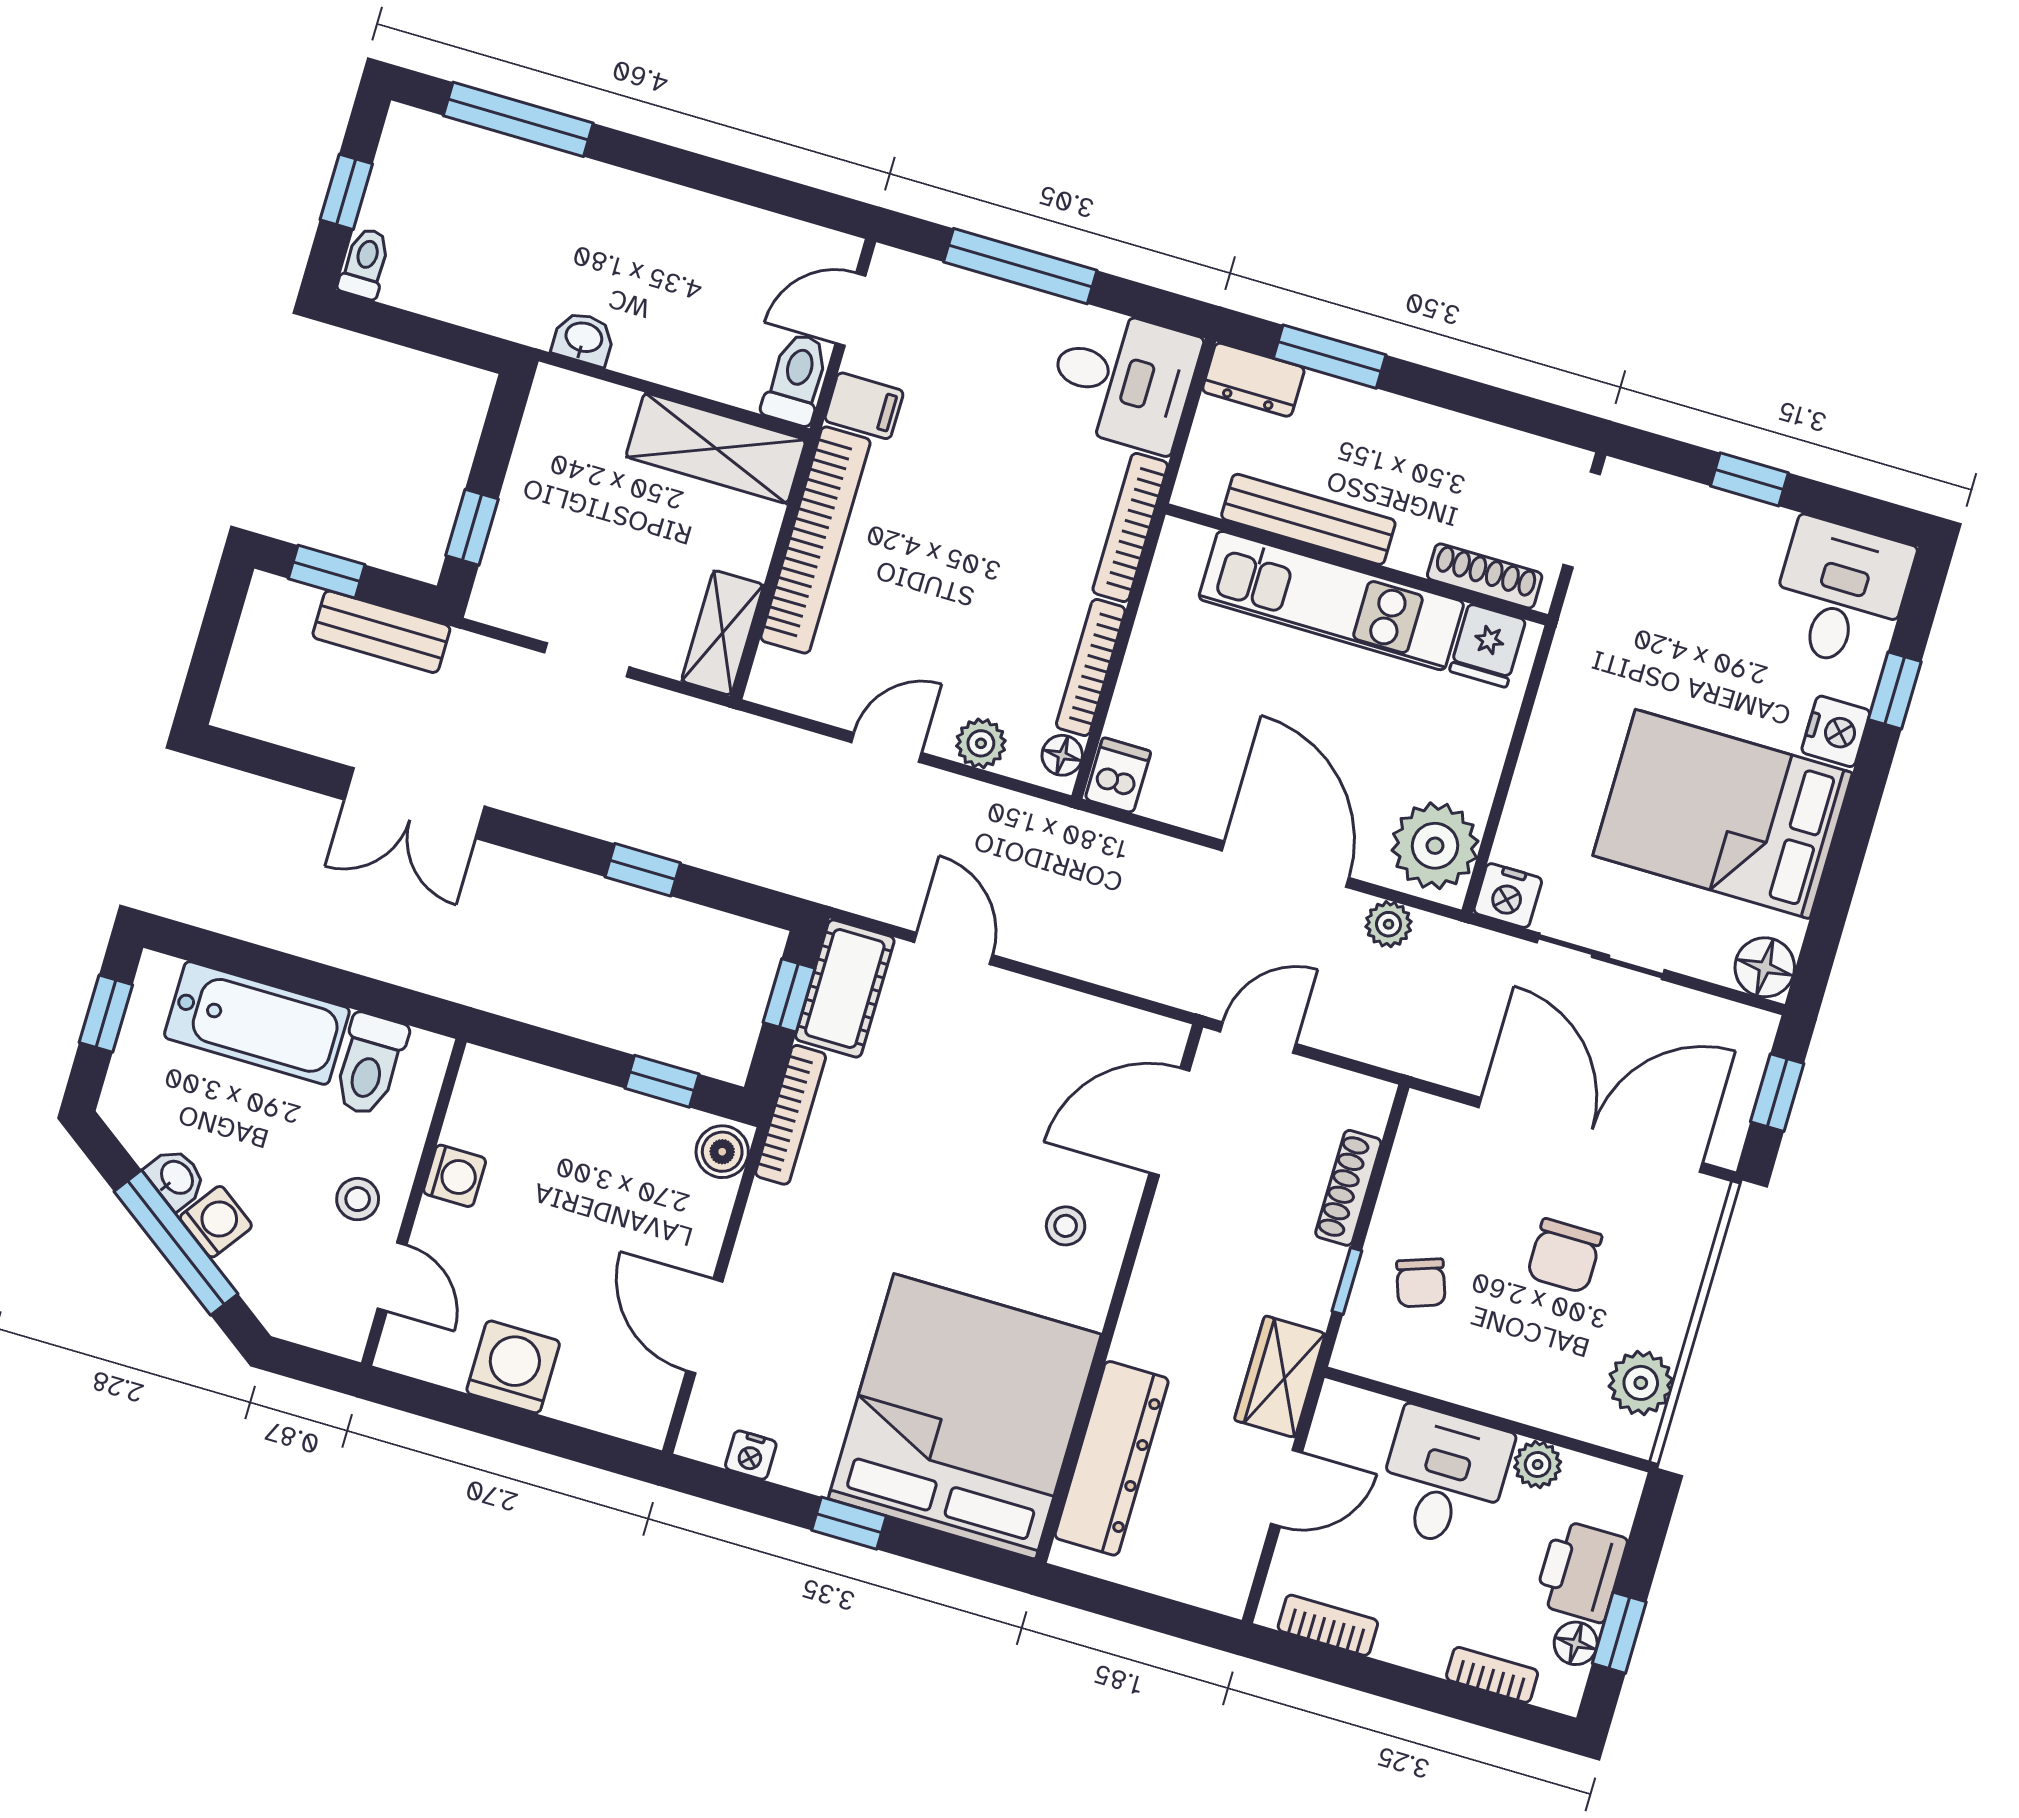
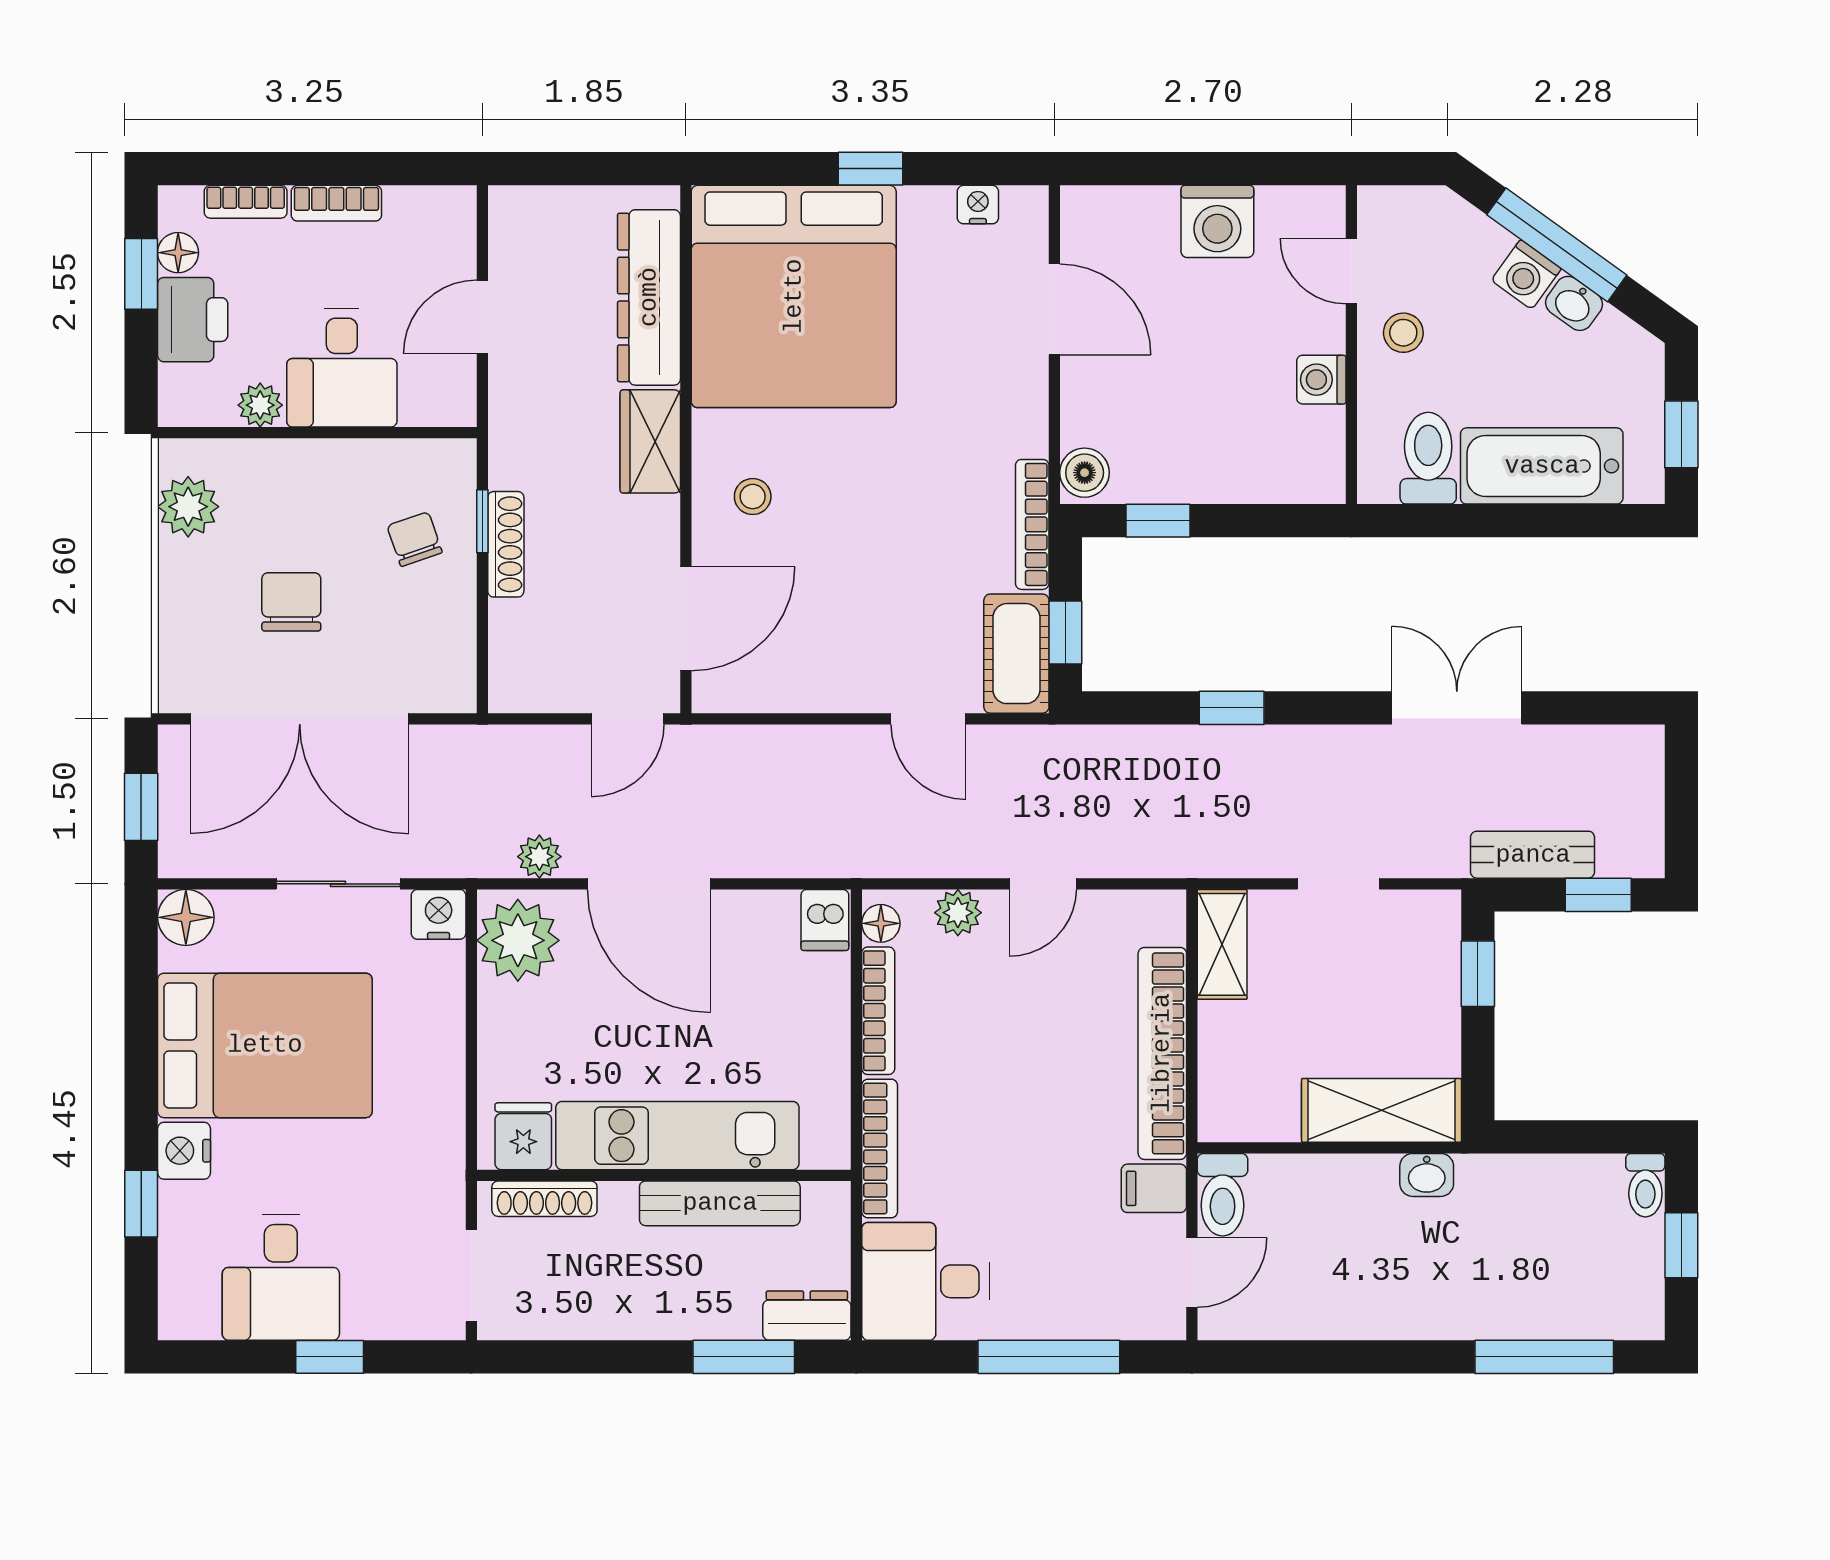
shelving: (716, 448) -> (1382, 1110), moved
desk: (1841, 594) -> (281, 1277), moved
shoe rack: (1348, 1188) -> (506, 544), moved
wardrobe: (1280, 1377) -> (650, 441), moved, turned 180
bookcase: (1328, 1625) -> (336, 203), moved

